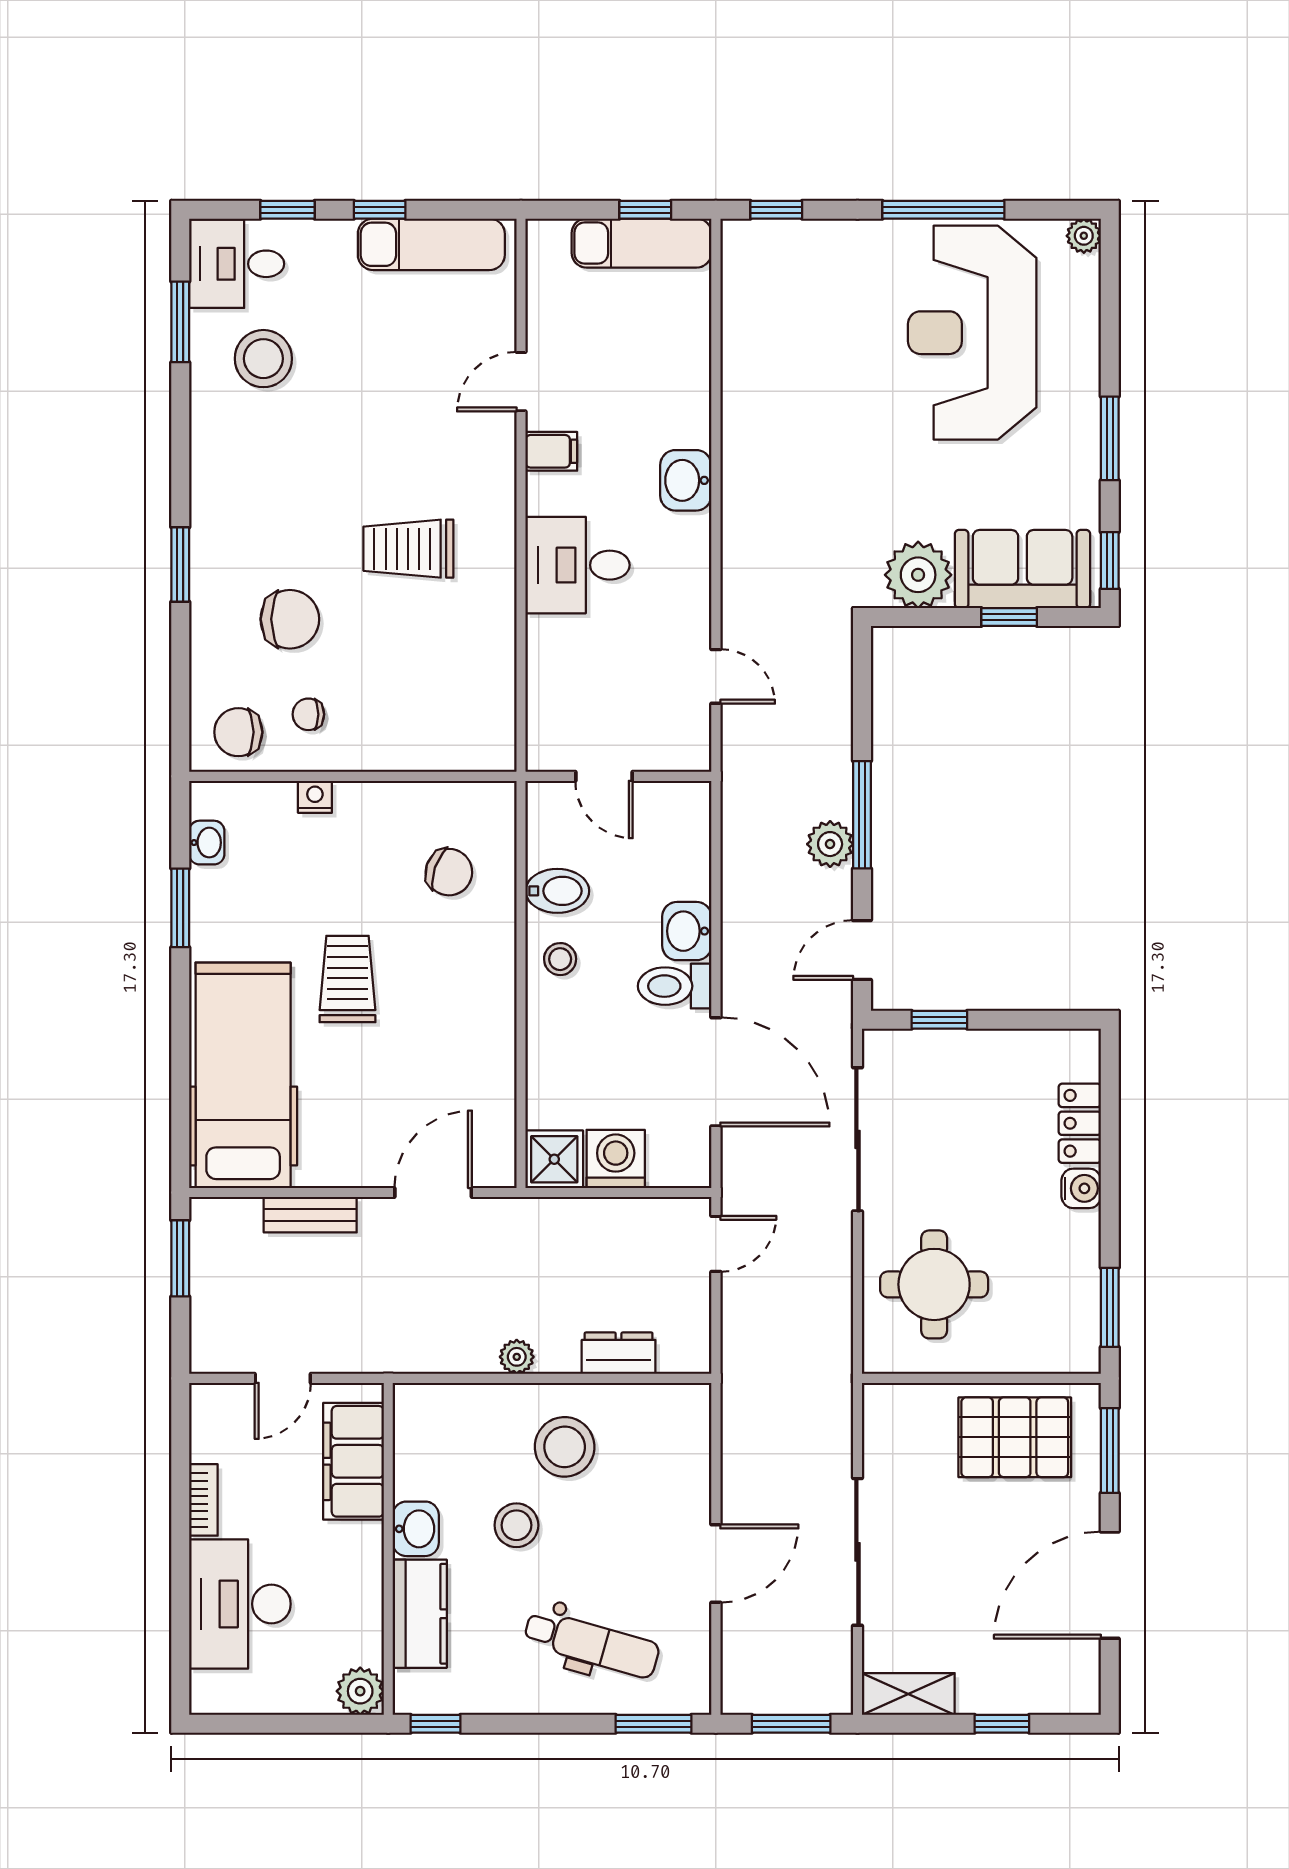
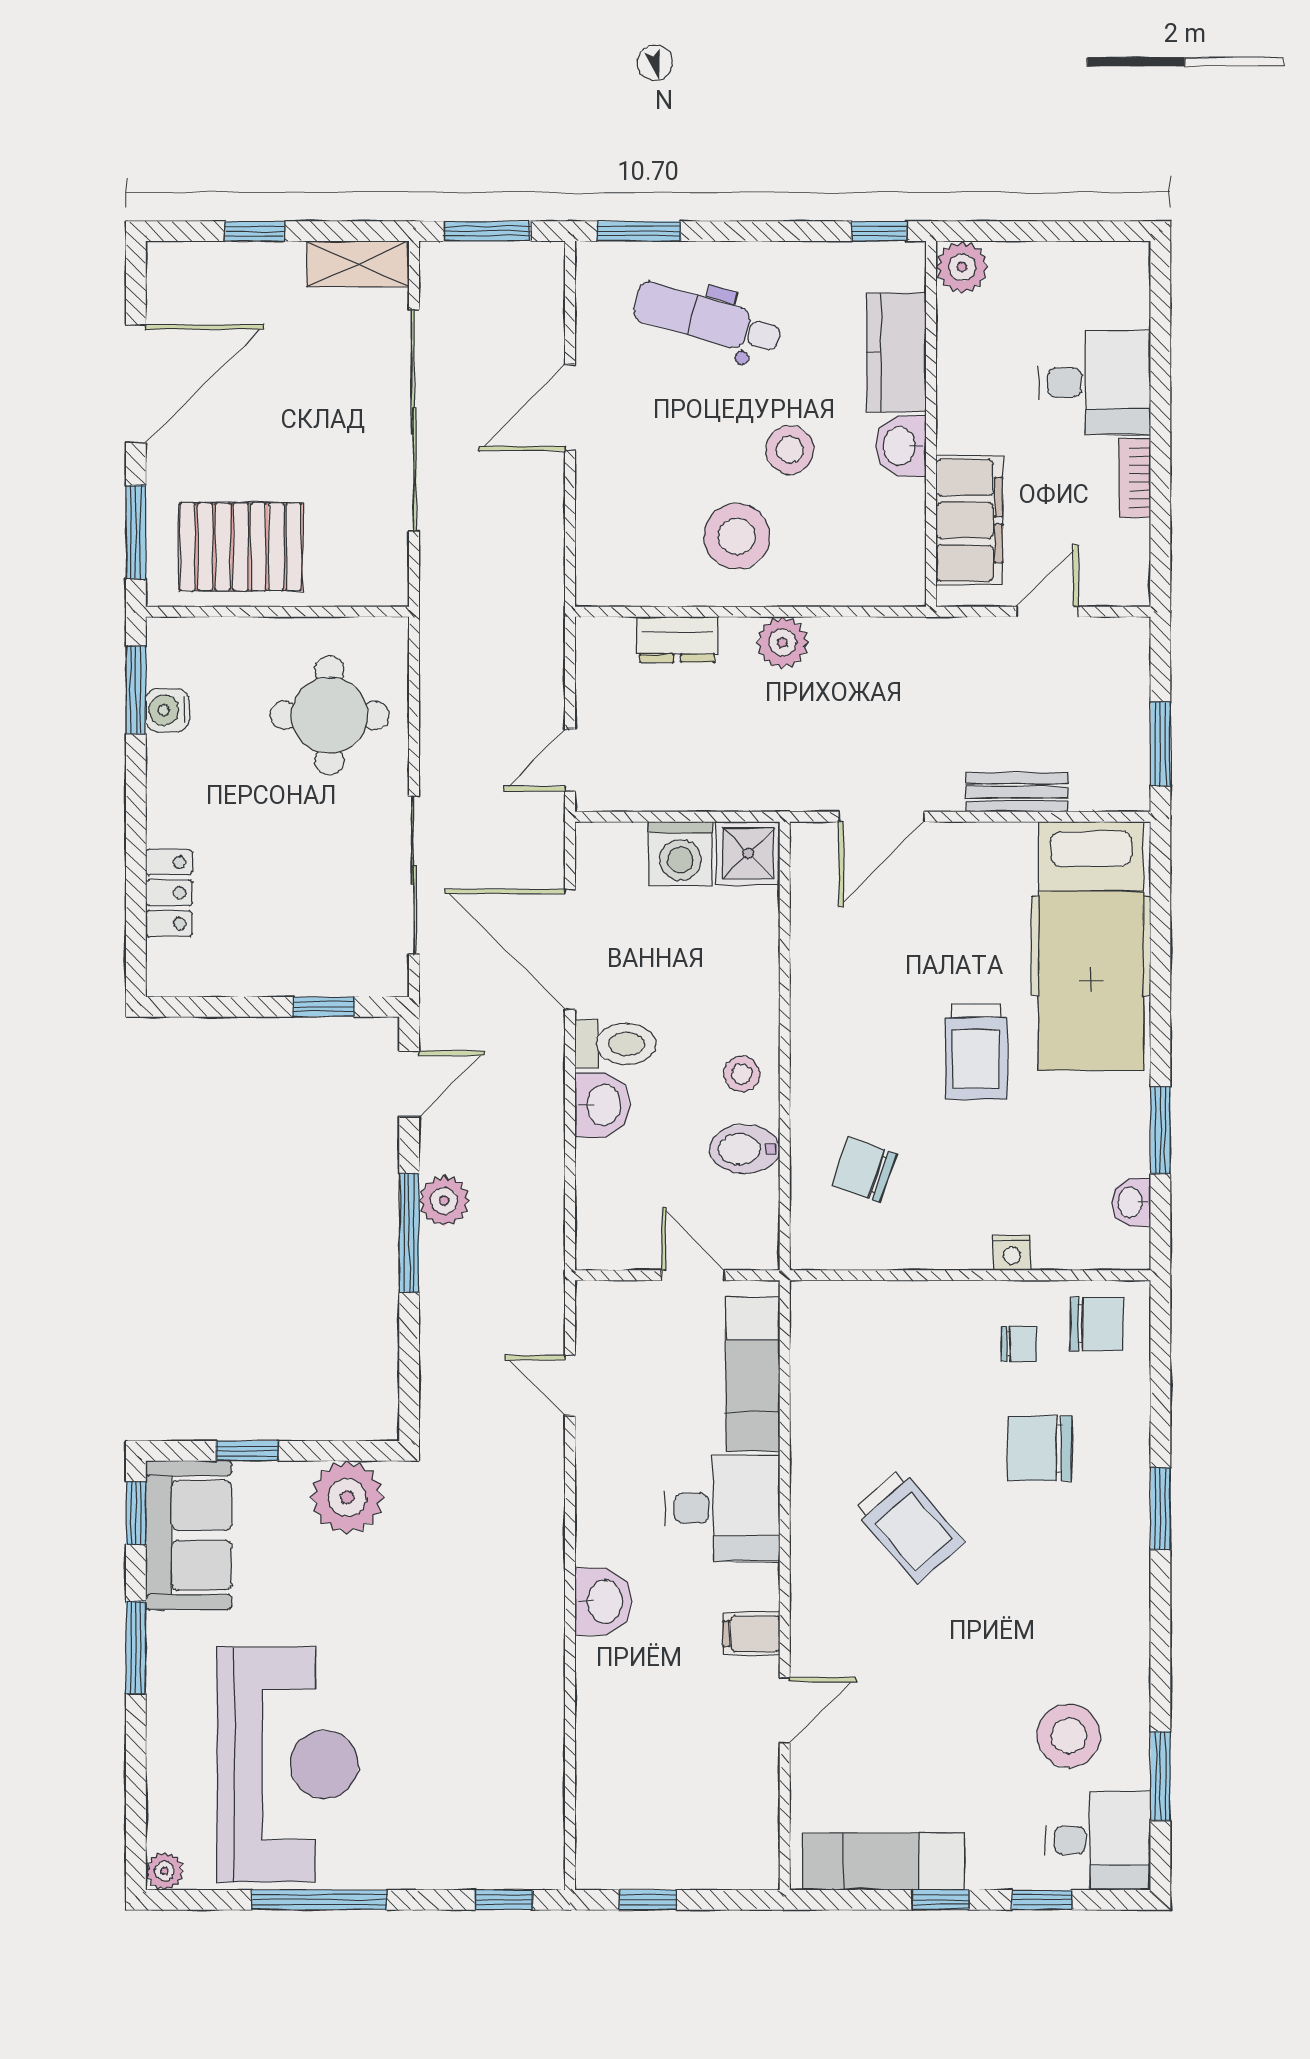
exam couch: (642, 243) -> (753, 1374), moved, turned -90
trolley: (408, 549) -> (909, 1526), turned 49
sofa: (1023, 569) -> (189, 1535), moved, turned -90
water cooler: (1081, 1188) -> (167, 710), moved
plant: (517, 1357) -> (782, 643), width x1.38, depth x1.38
sliding door: (857, 1552) -> (414, 421), width x1.36
desk: (240, 1604) -> (1095, 382), width x0.73

